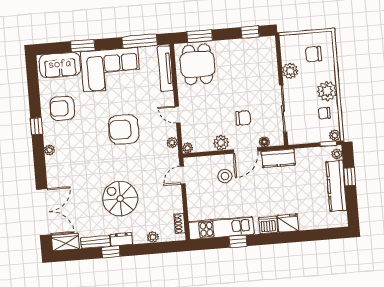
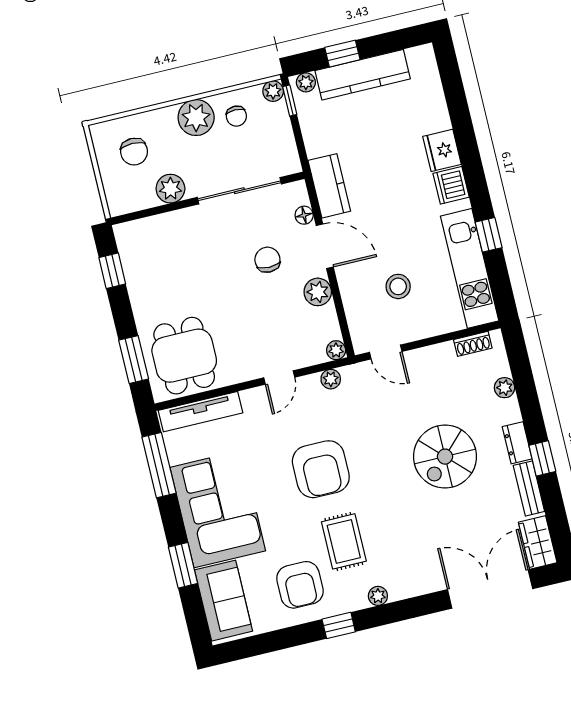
dining table: (198, 64) -> (184, 356), turned 90
rug: (82, 136) -> (344, 541), added
stool: (225, 176) -> (398, 286), moved

